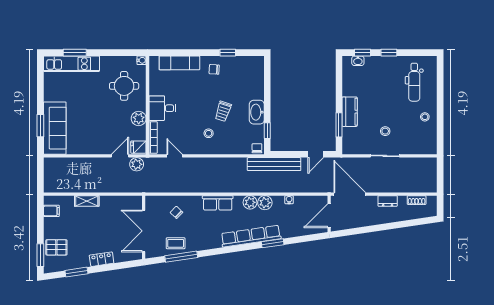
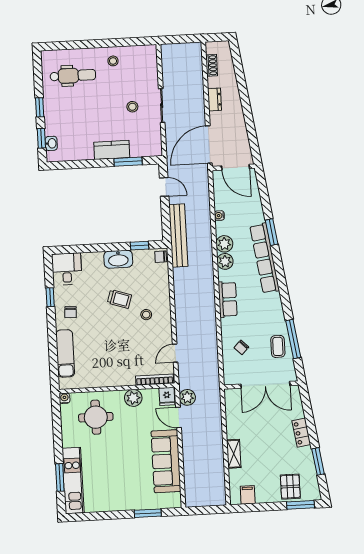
desk: (162, 108) -> (67, 269), moved, turned 180
sofa: (55, 128) -> (166, 461), moved, turned -90

